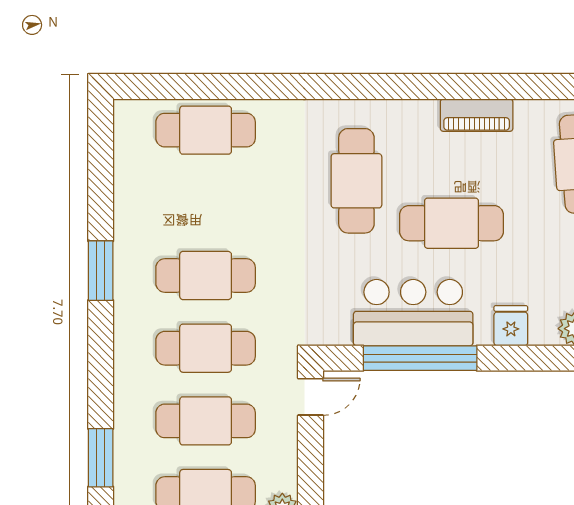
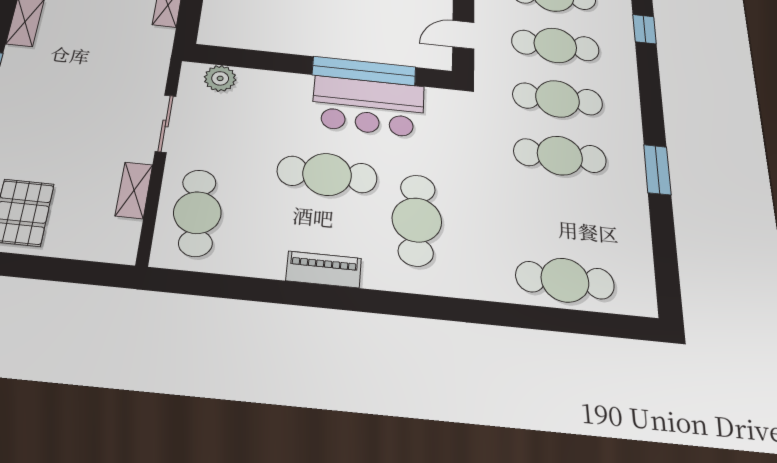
piano: (477, 115) -> (324, 269), moved
fridge: (511, 326) -> (279, 87), removed
door: (310, 397) -> (463, 35), moved
window: (101, 458) -> (644, 29), width x0.67

